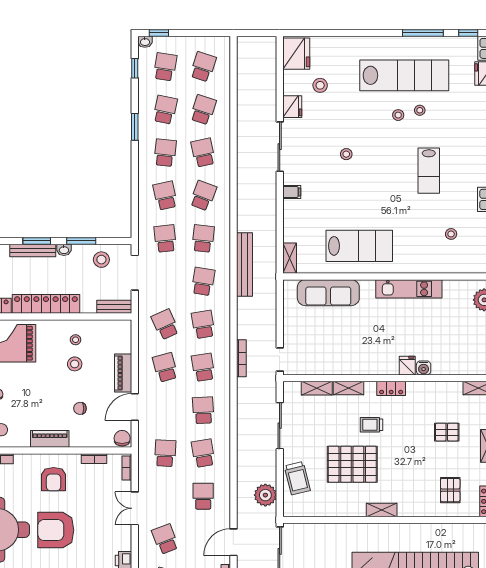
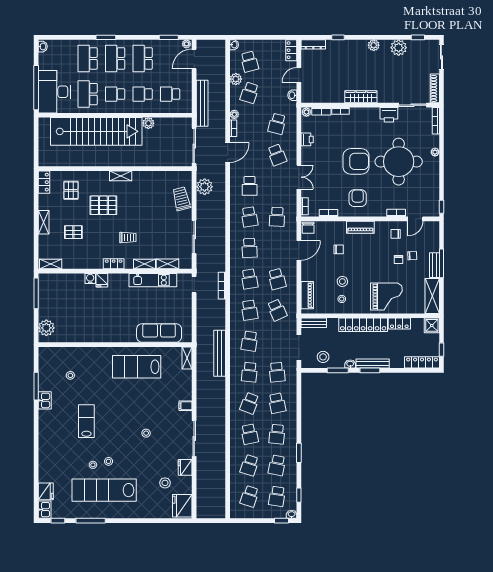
kitchen unit: (409, 289) -> (153, 280), moved, turned 180
piano: (123, 373) -> (307, 295), moved
pallet: (352, 464) -> (103, 205), moved, width x0.73, depth x0.71

